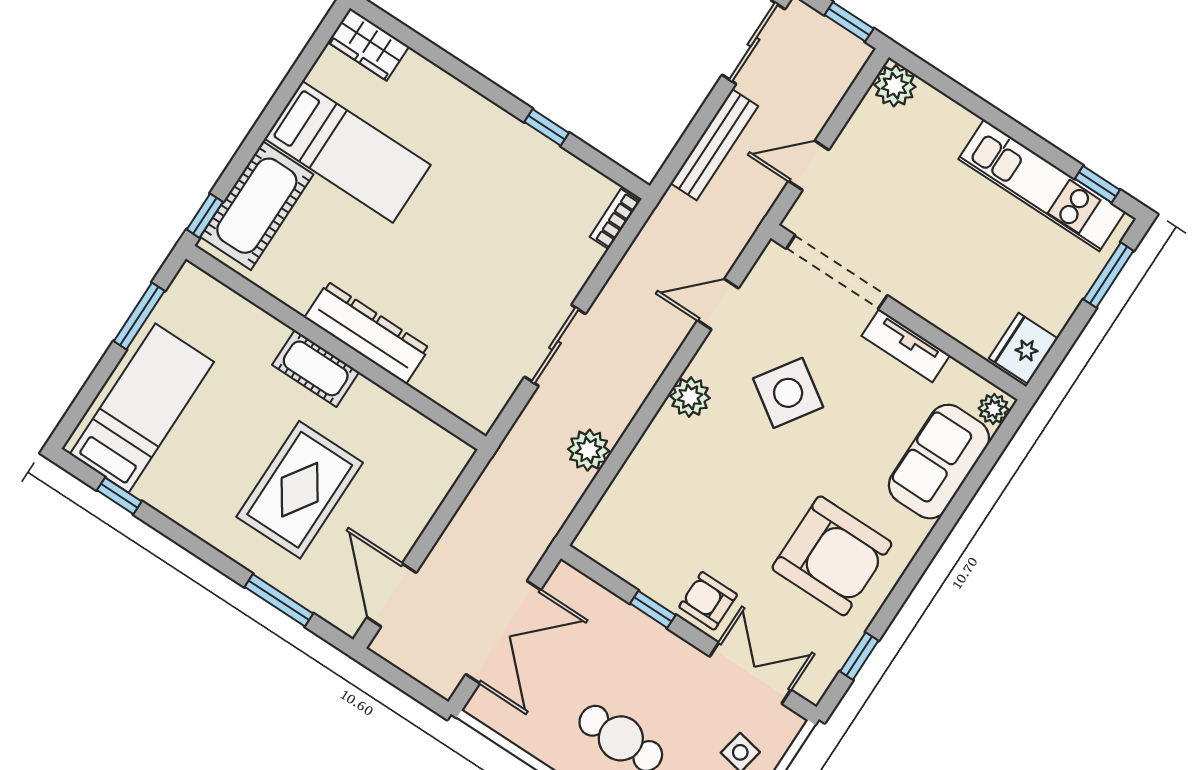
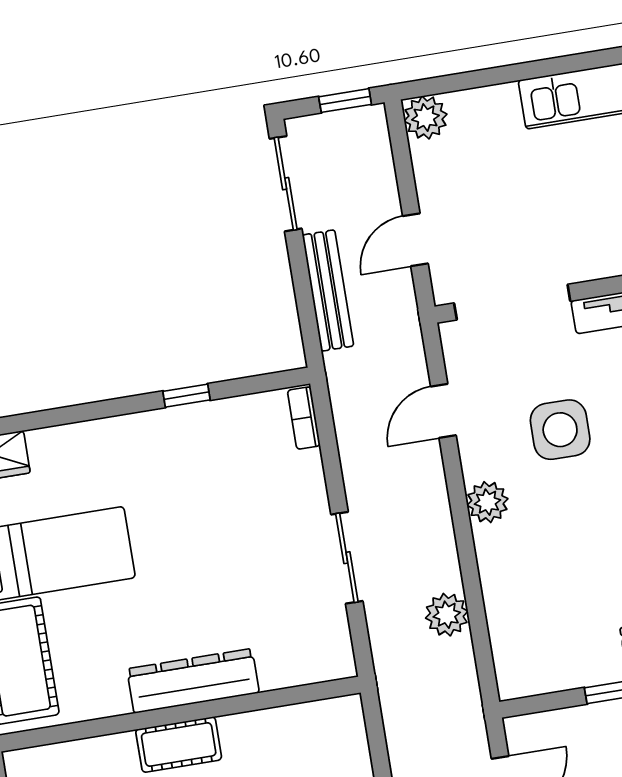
side table: (788, 393) -> (560, 430), turned -34

